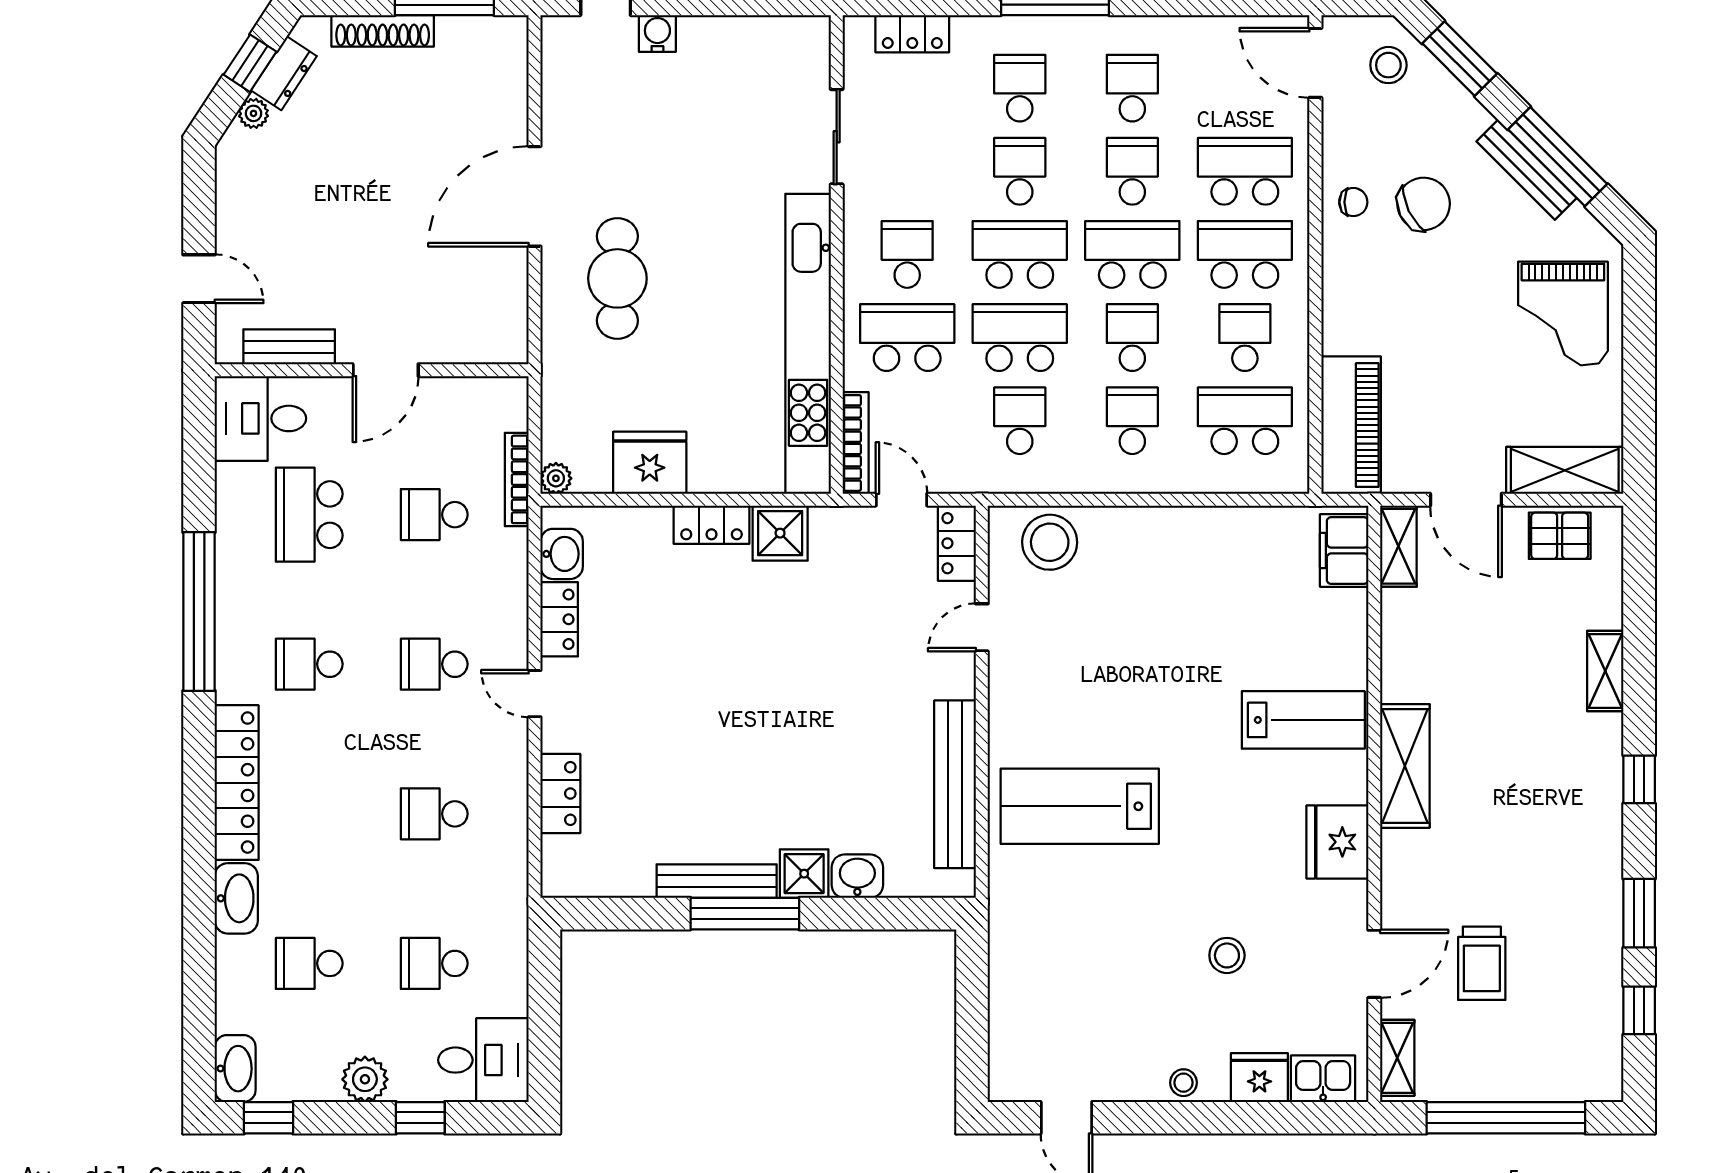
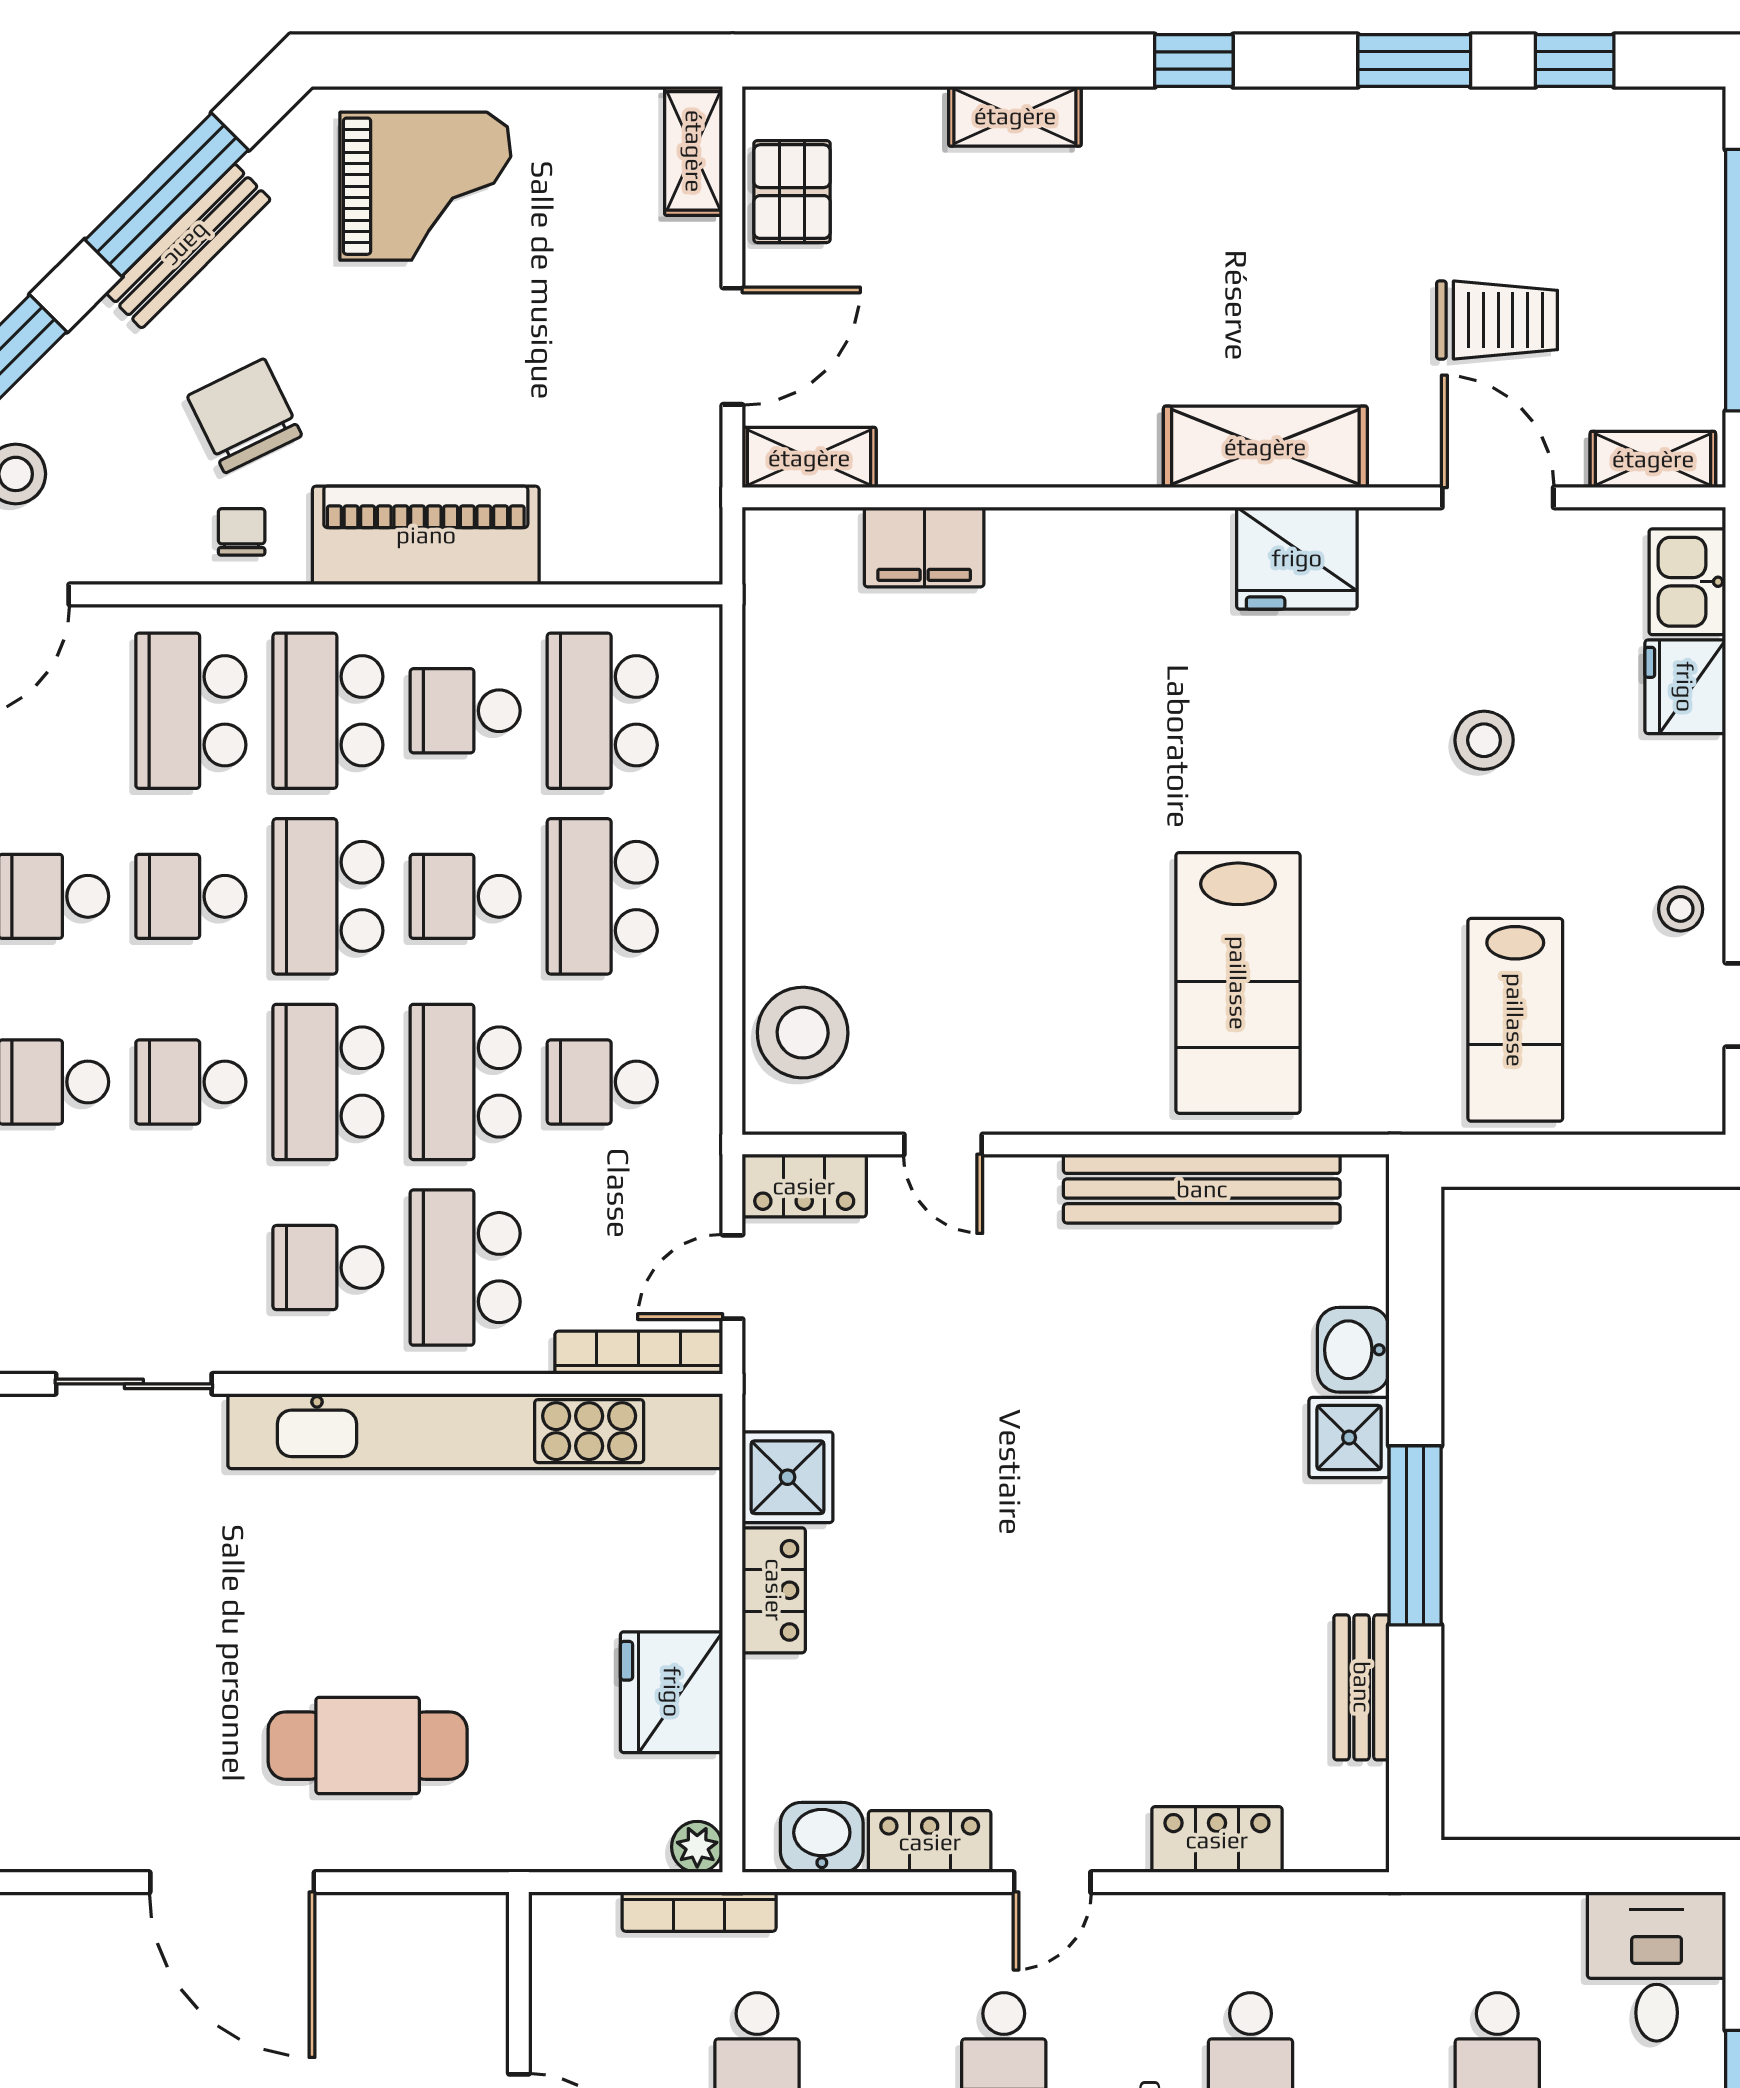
school desk: (1132, 421) -> (602, 896), width x1.85
piano: (1351, 425) -> (426, 535), moved
shelving: (1565, 470) -> (694, 151), width x0.67, depth x0.75
filing cabinet: (1344, 551) -> (924, 547), moved
lab bench: (1303, 720) -> (1515, 1020), moved, turned 180
shelving: (1405, 766) -> (1265, 447), moved
bench: (717, 881) -> (1362, 1687), moved, width x0.73
stool: (1184, 1083) -> (1681, 909), moved

